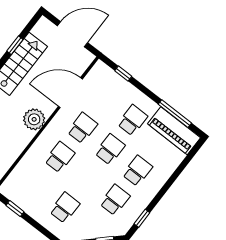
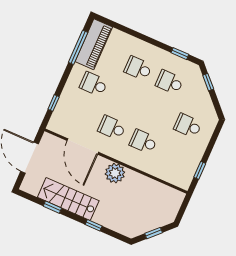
school desk: (110, 149) -> (125, 98), removed

